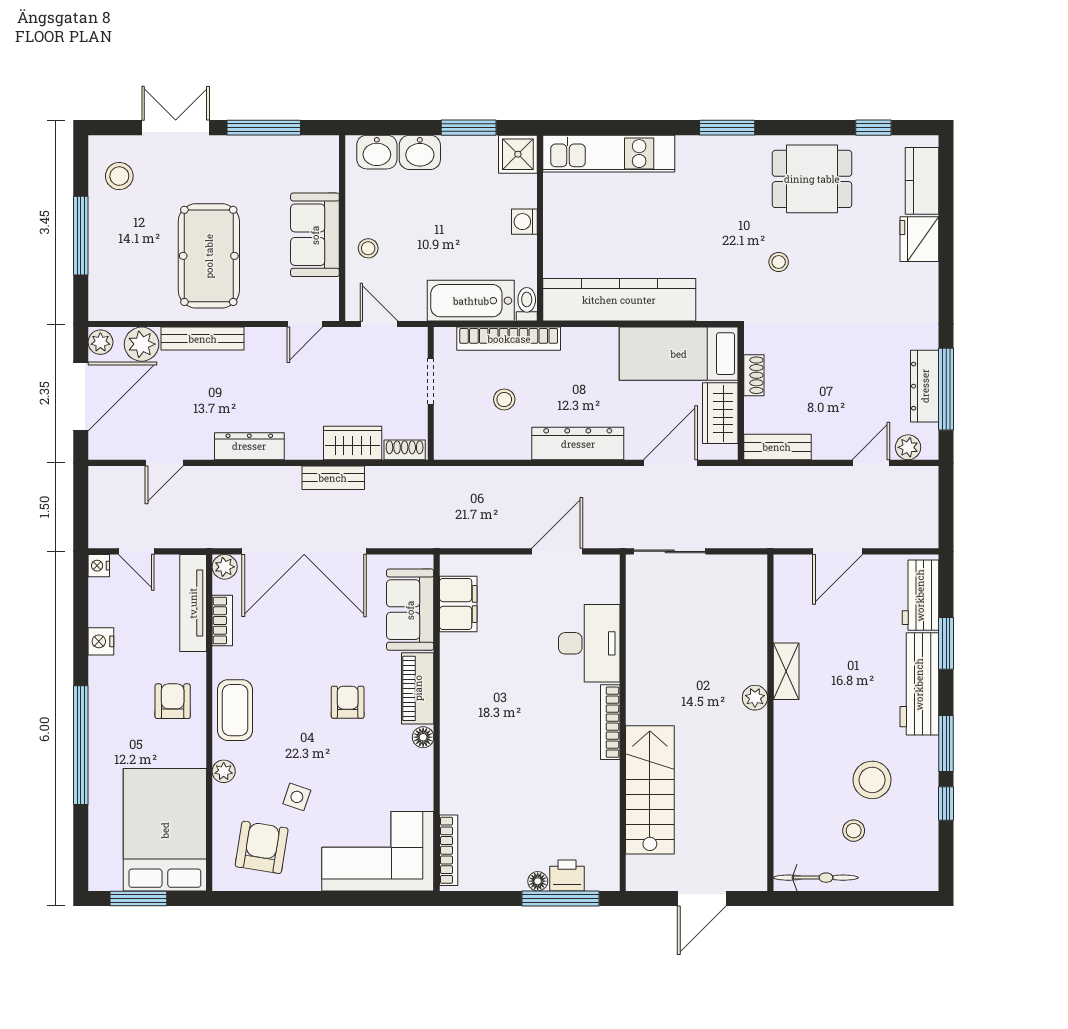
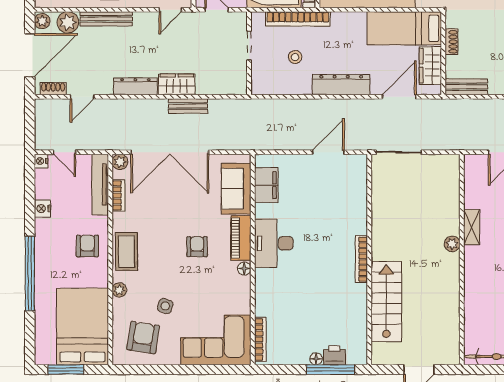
wardrobe: (353, 443) -> (177, 84), moved
shoe rack: (405, 450) -> (53, 89), moved
desk: (589, 643) -> (274, 243), moved, turned 180

